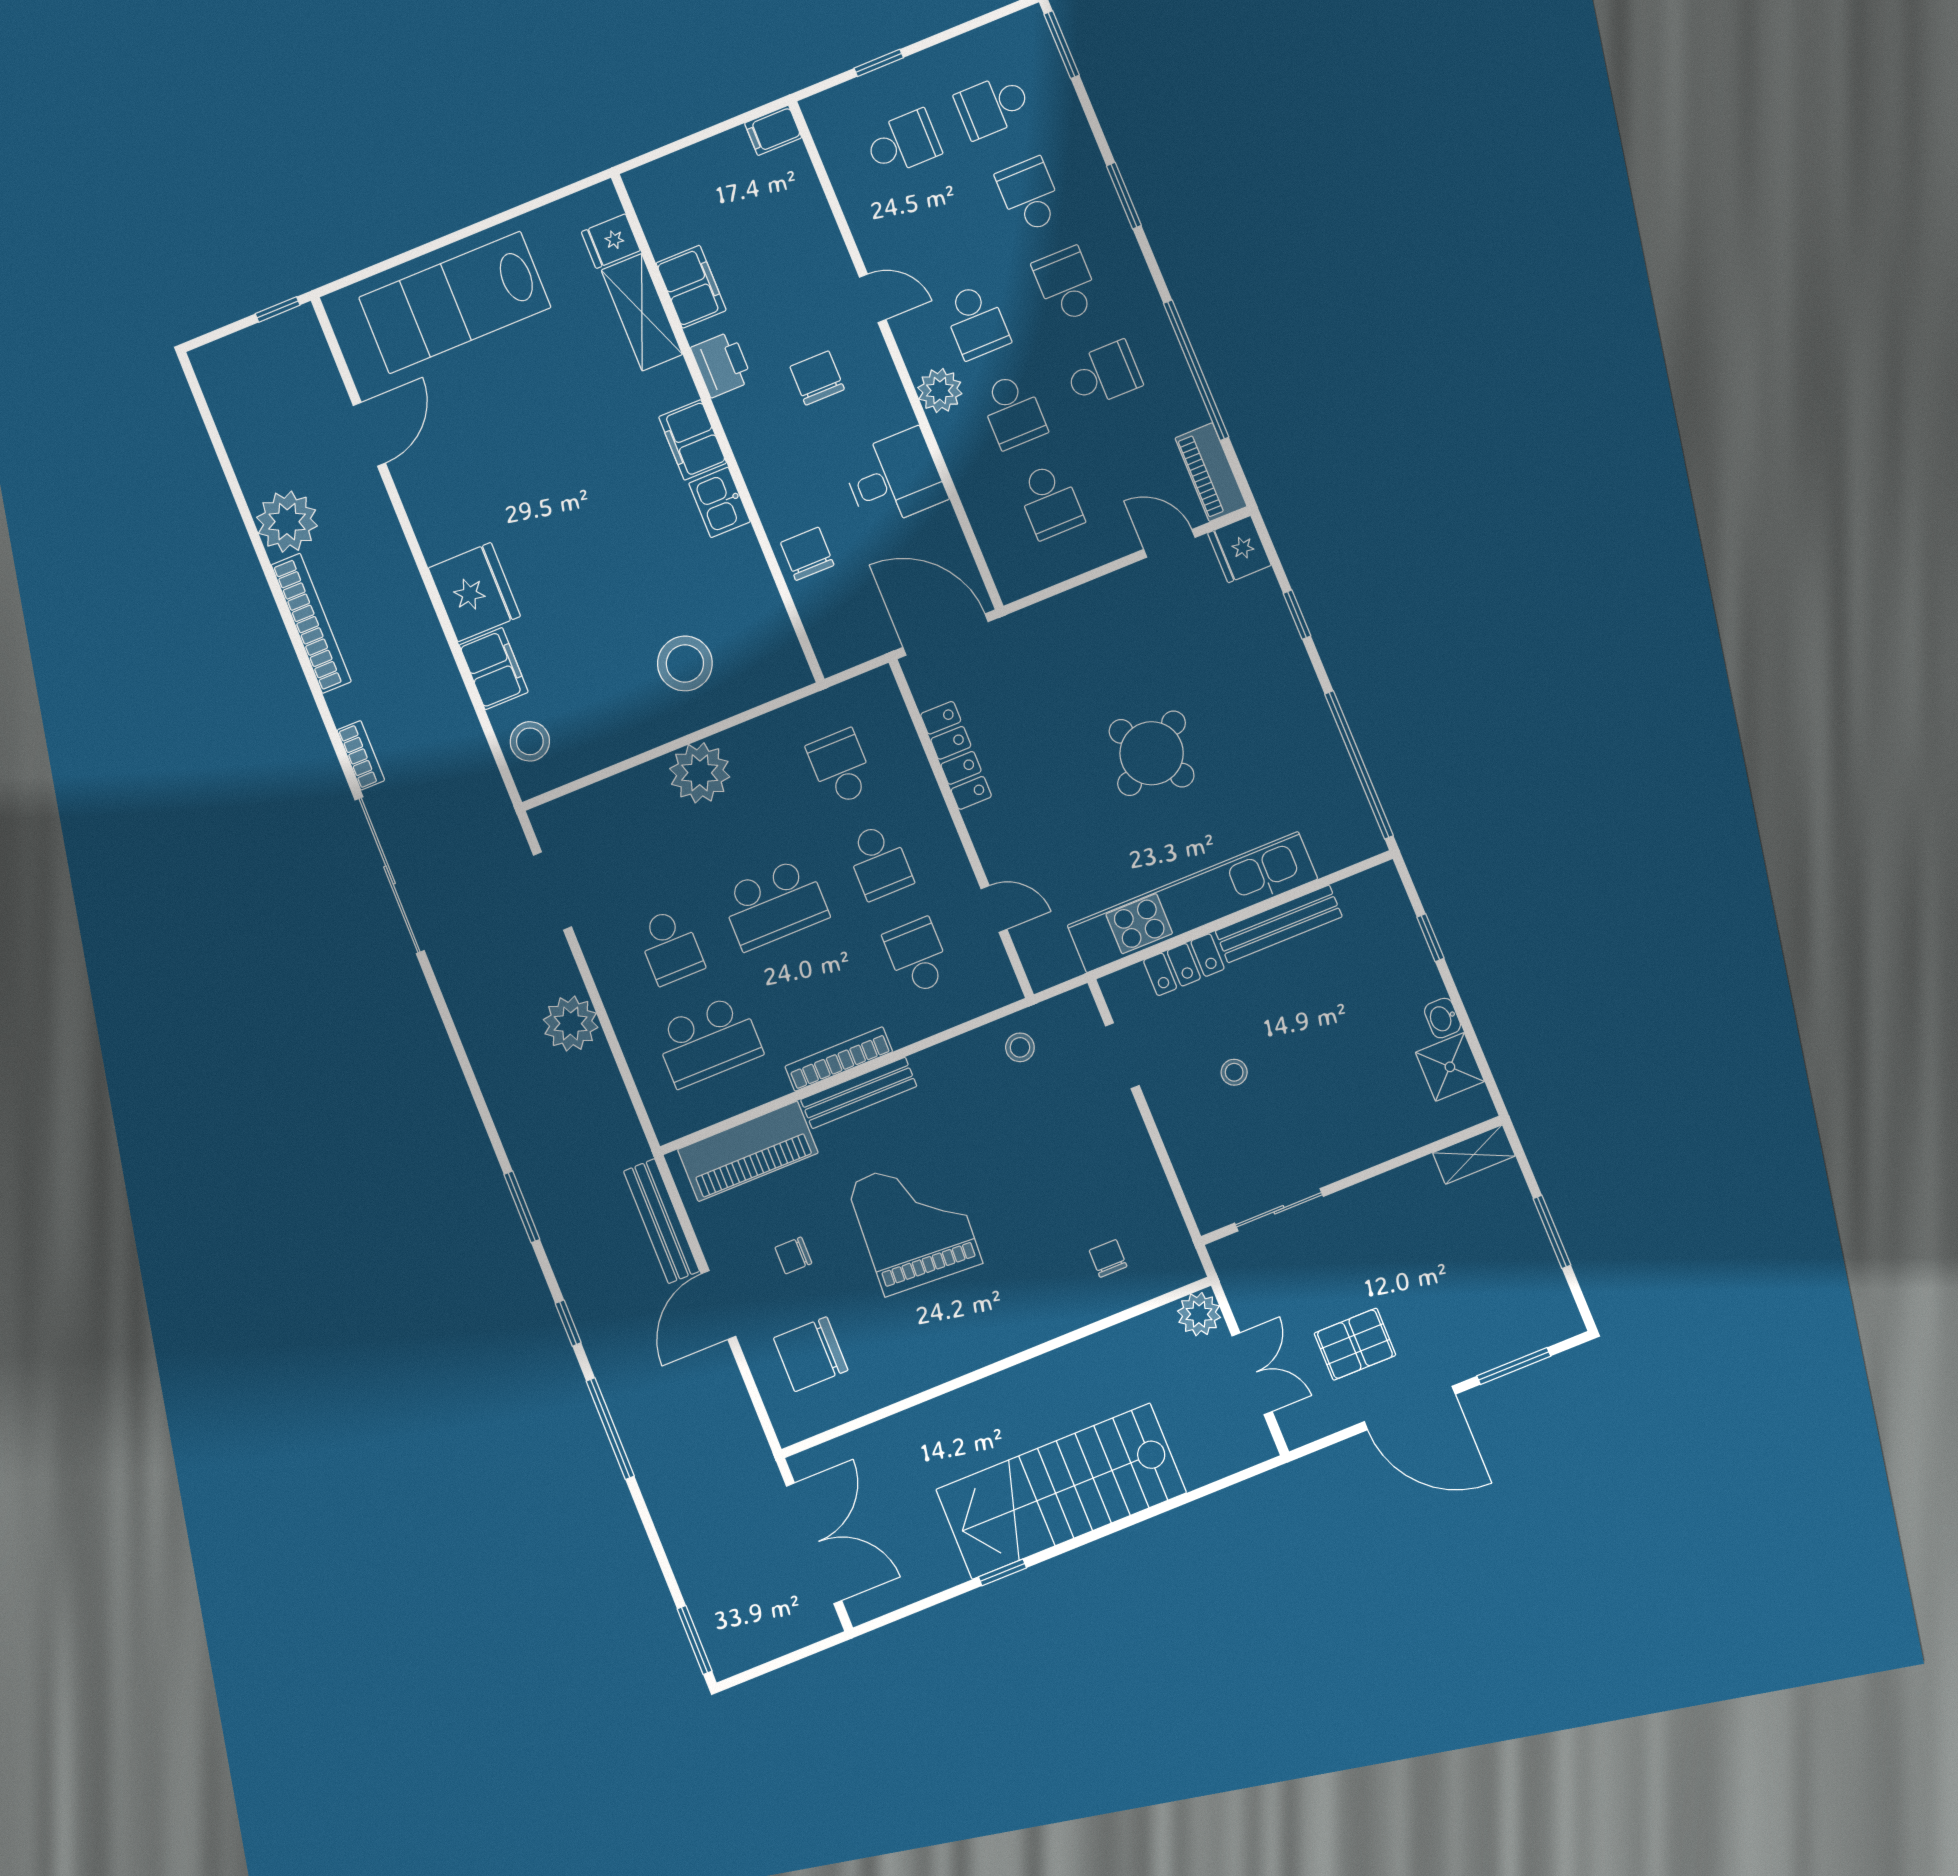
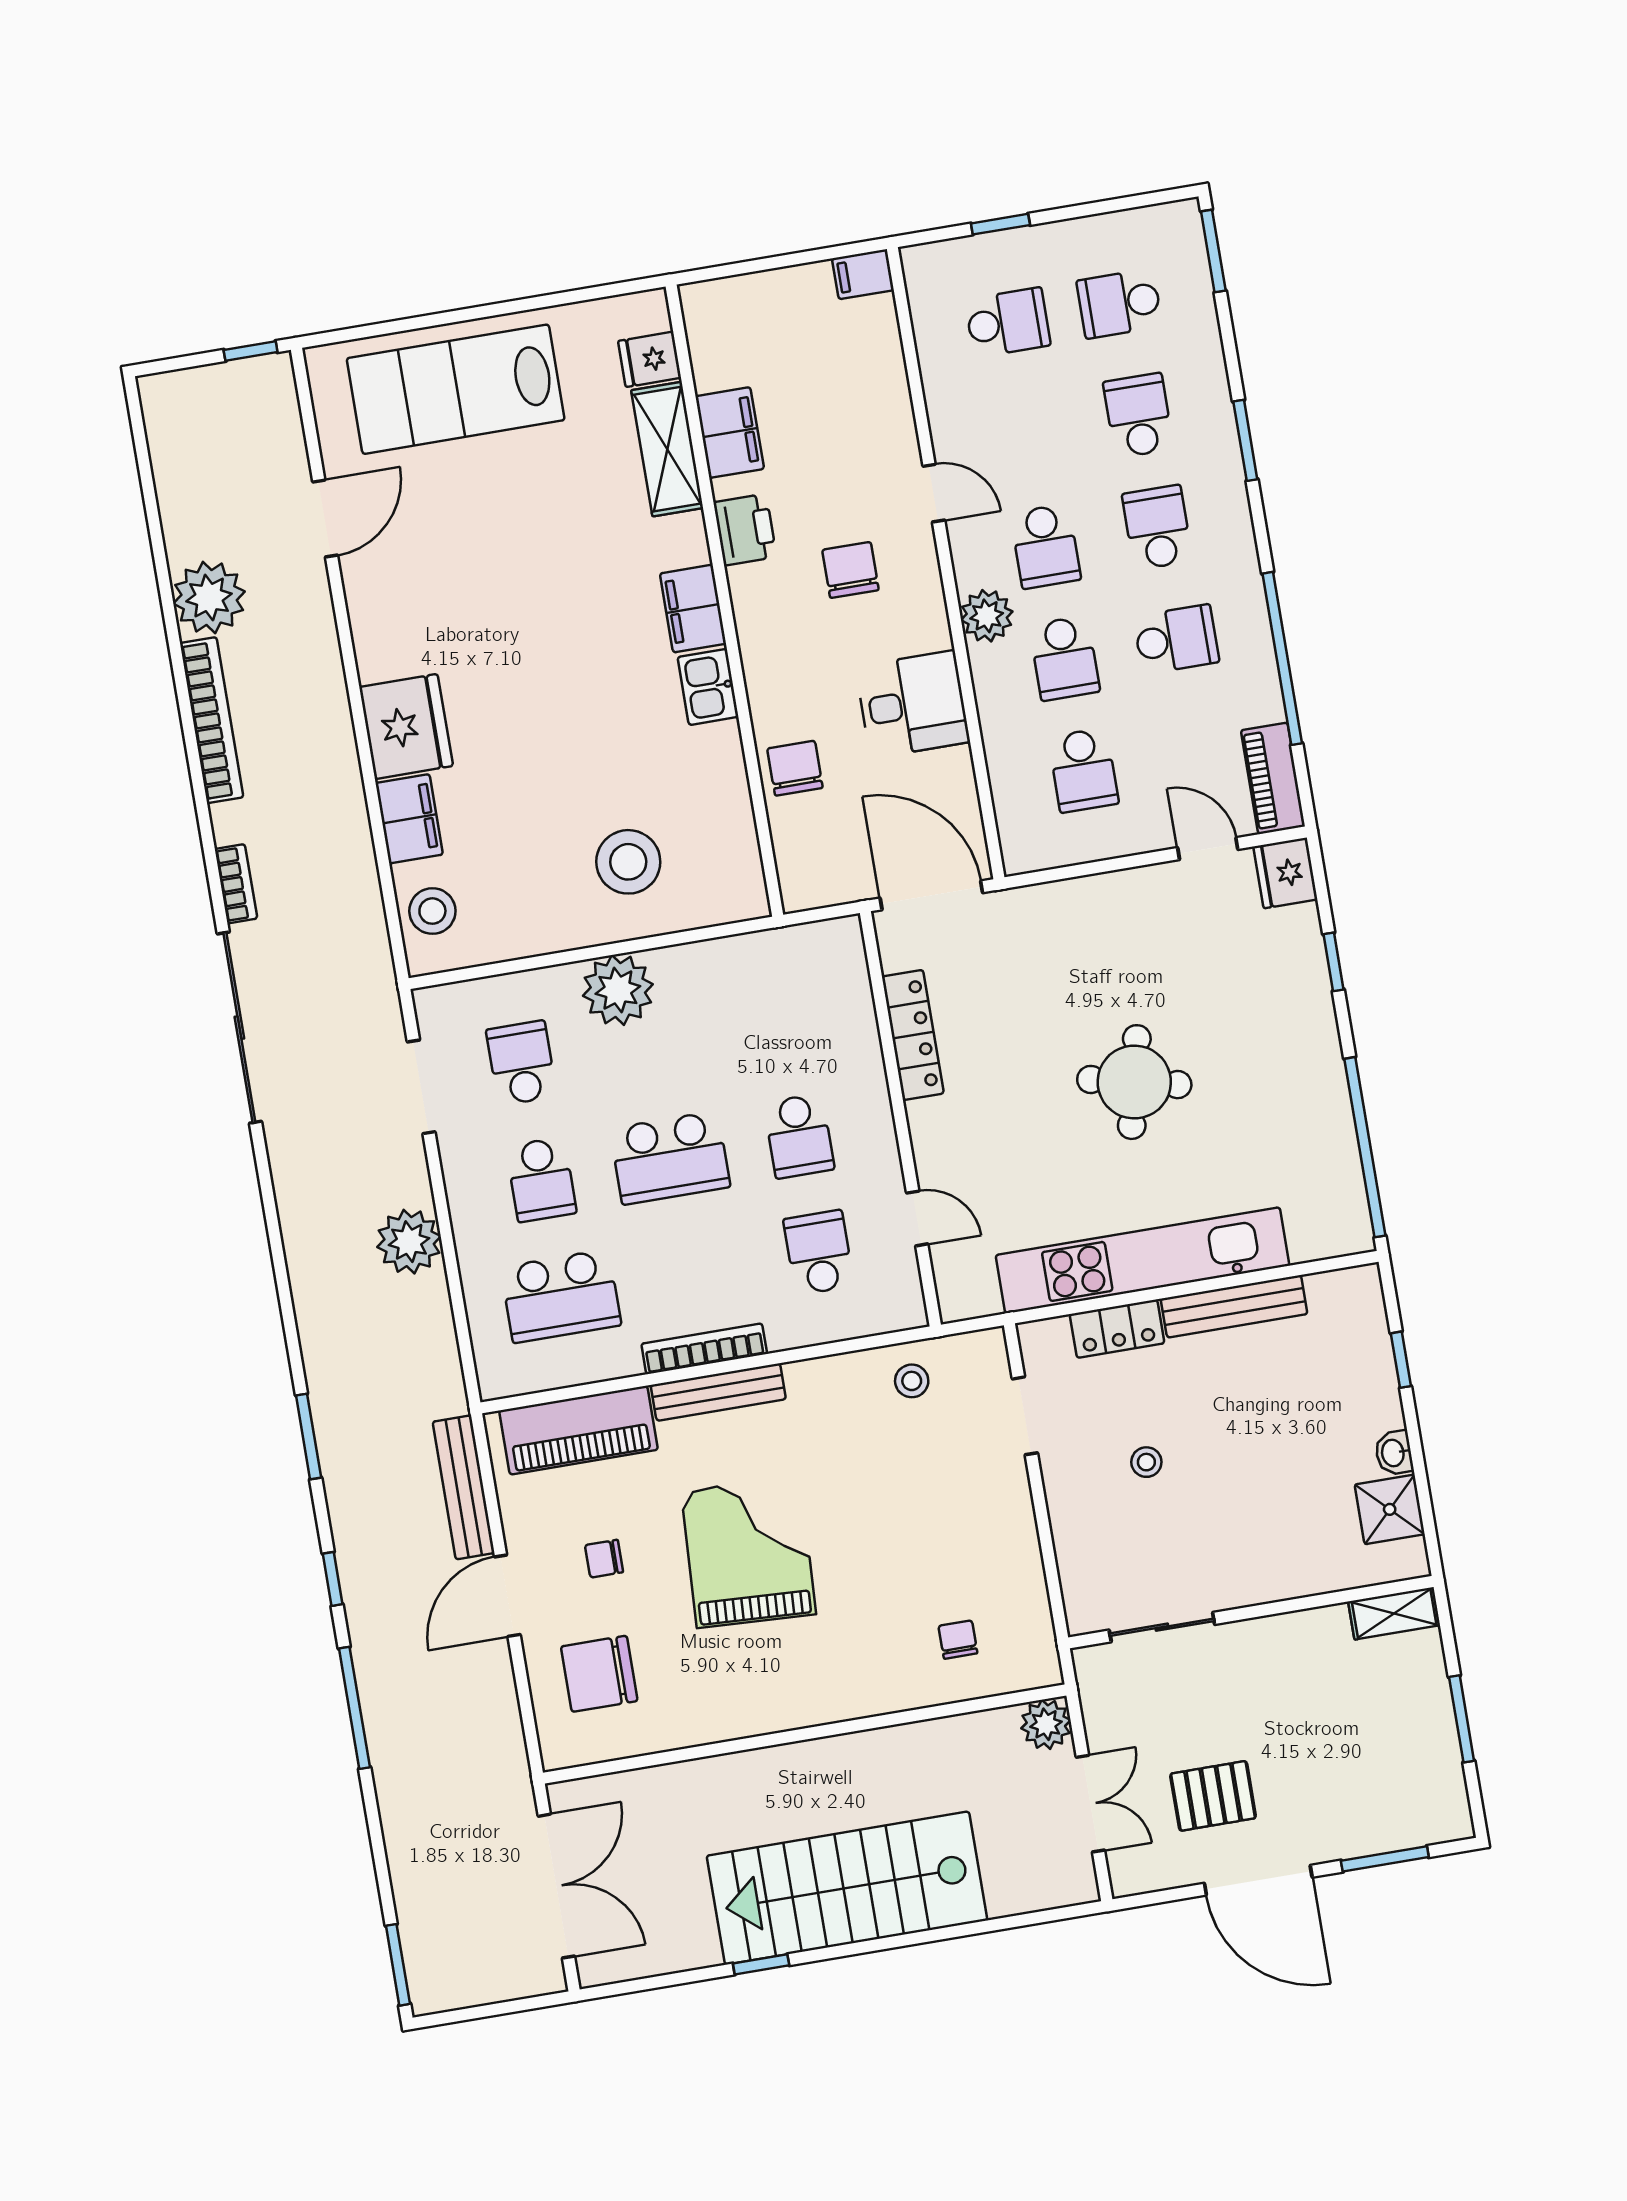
round table: (1152, 753) -> (1134, 1082), turned 45
school desk: (841, 767) -> (521, 1063), moved

